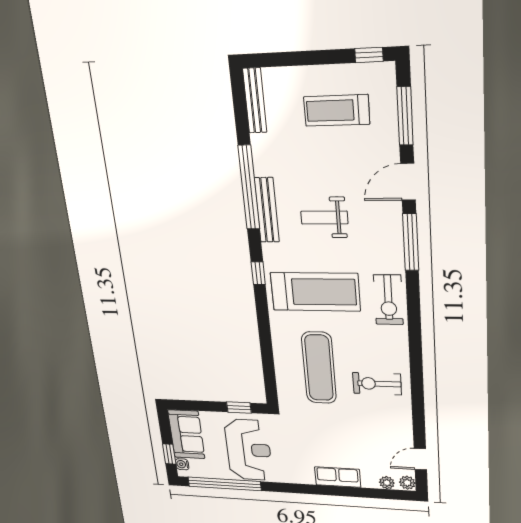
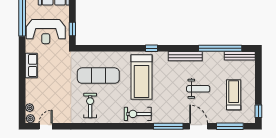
window: (249, 188) -> (220, 48), moved
weight bench: (324, 218) -> (198, 89), moved, turned 90
door: (420, 459) -> (46, 126), hinge flipped
row of seats: (338, 477) -> (31, 65), moved

